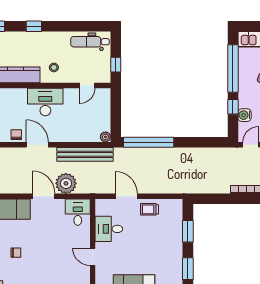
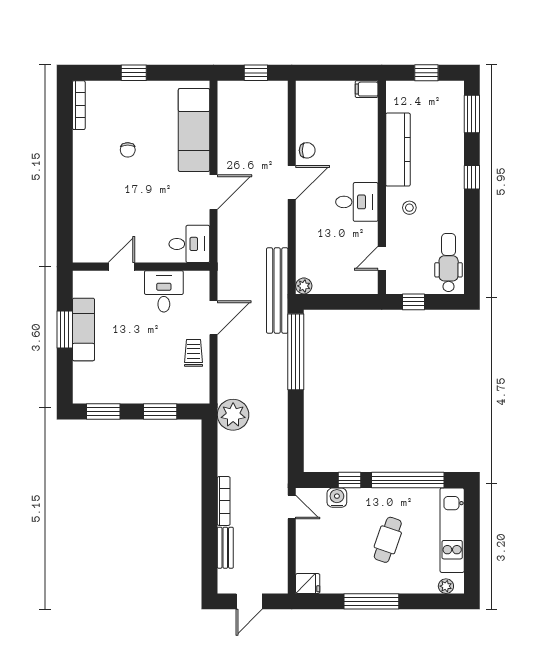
door: (87, 86) -> (382, 258), hinge flipped
desk: (45, 102) -> (357, 202), width x0.73
bench: (85, 154) -> (277, 291), moved
plant: (66, 183) -> (233, 415), moved

